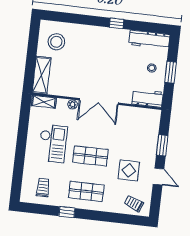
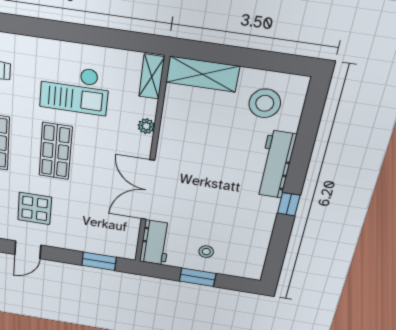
workbench: (149, 40) -> (275, 165), moved
double door: (99, 102) -> (148, 190), moved
window: (162, 145) -> (99, 261), moved

